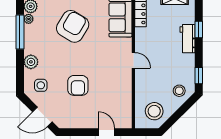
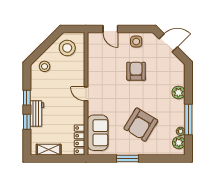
window: (199, 76) -> (27, 98), moved
side table: (41, 85) -> (136, 41), moved

